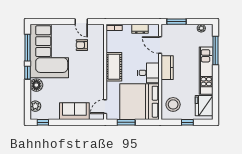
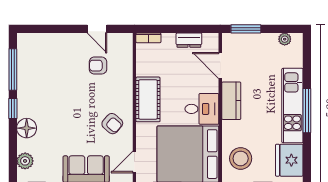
window: (215, 50) -> (307, 111), moved
corner sofa: (49, 51) -> (47, 75), removed
armchair: (91, 82) -> (112, 124), added

